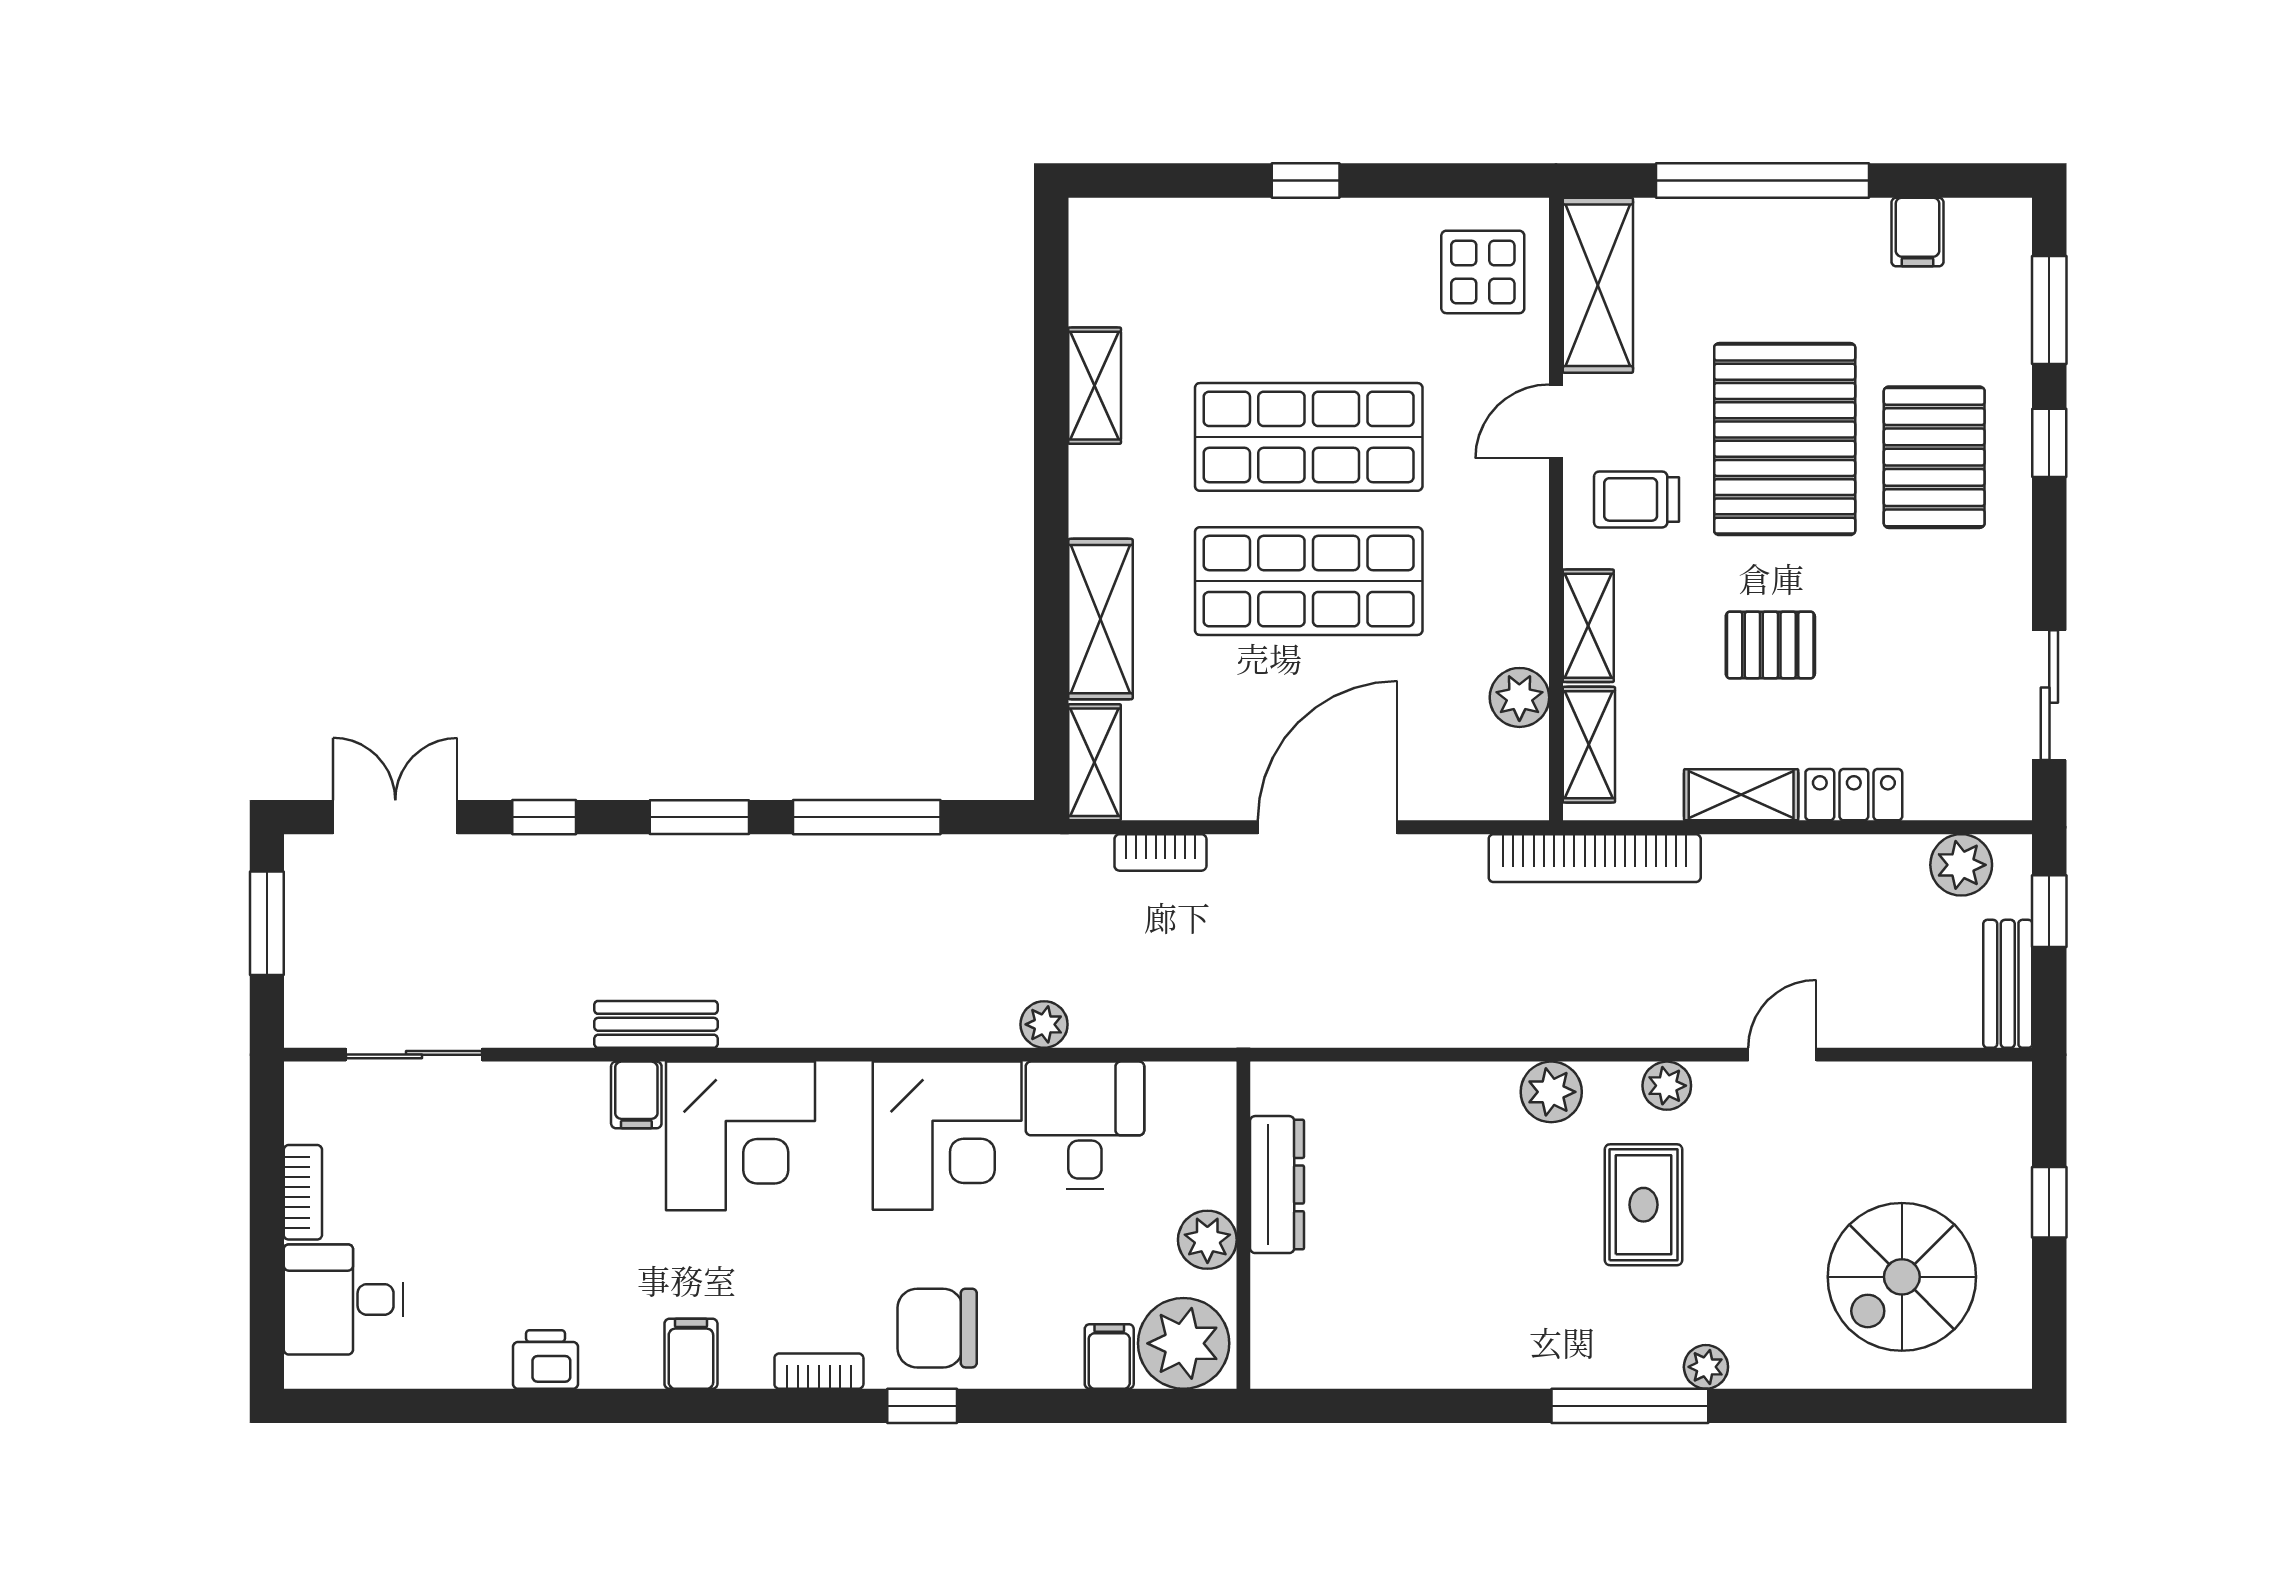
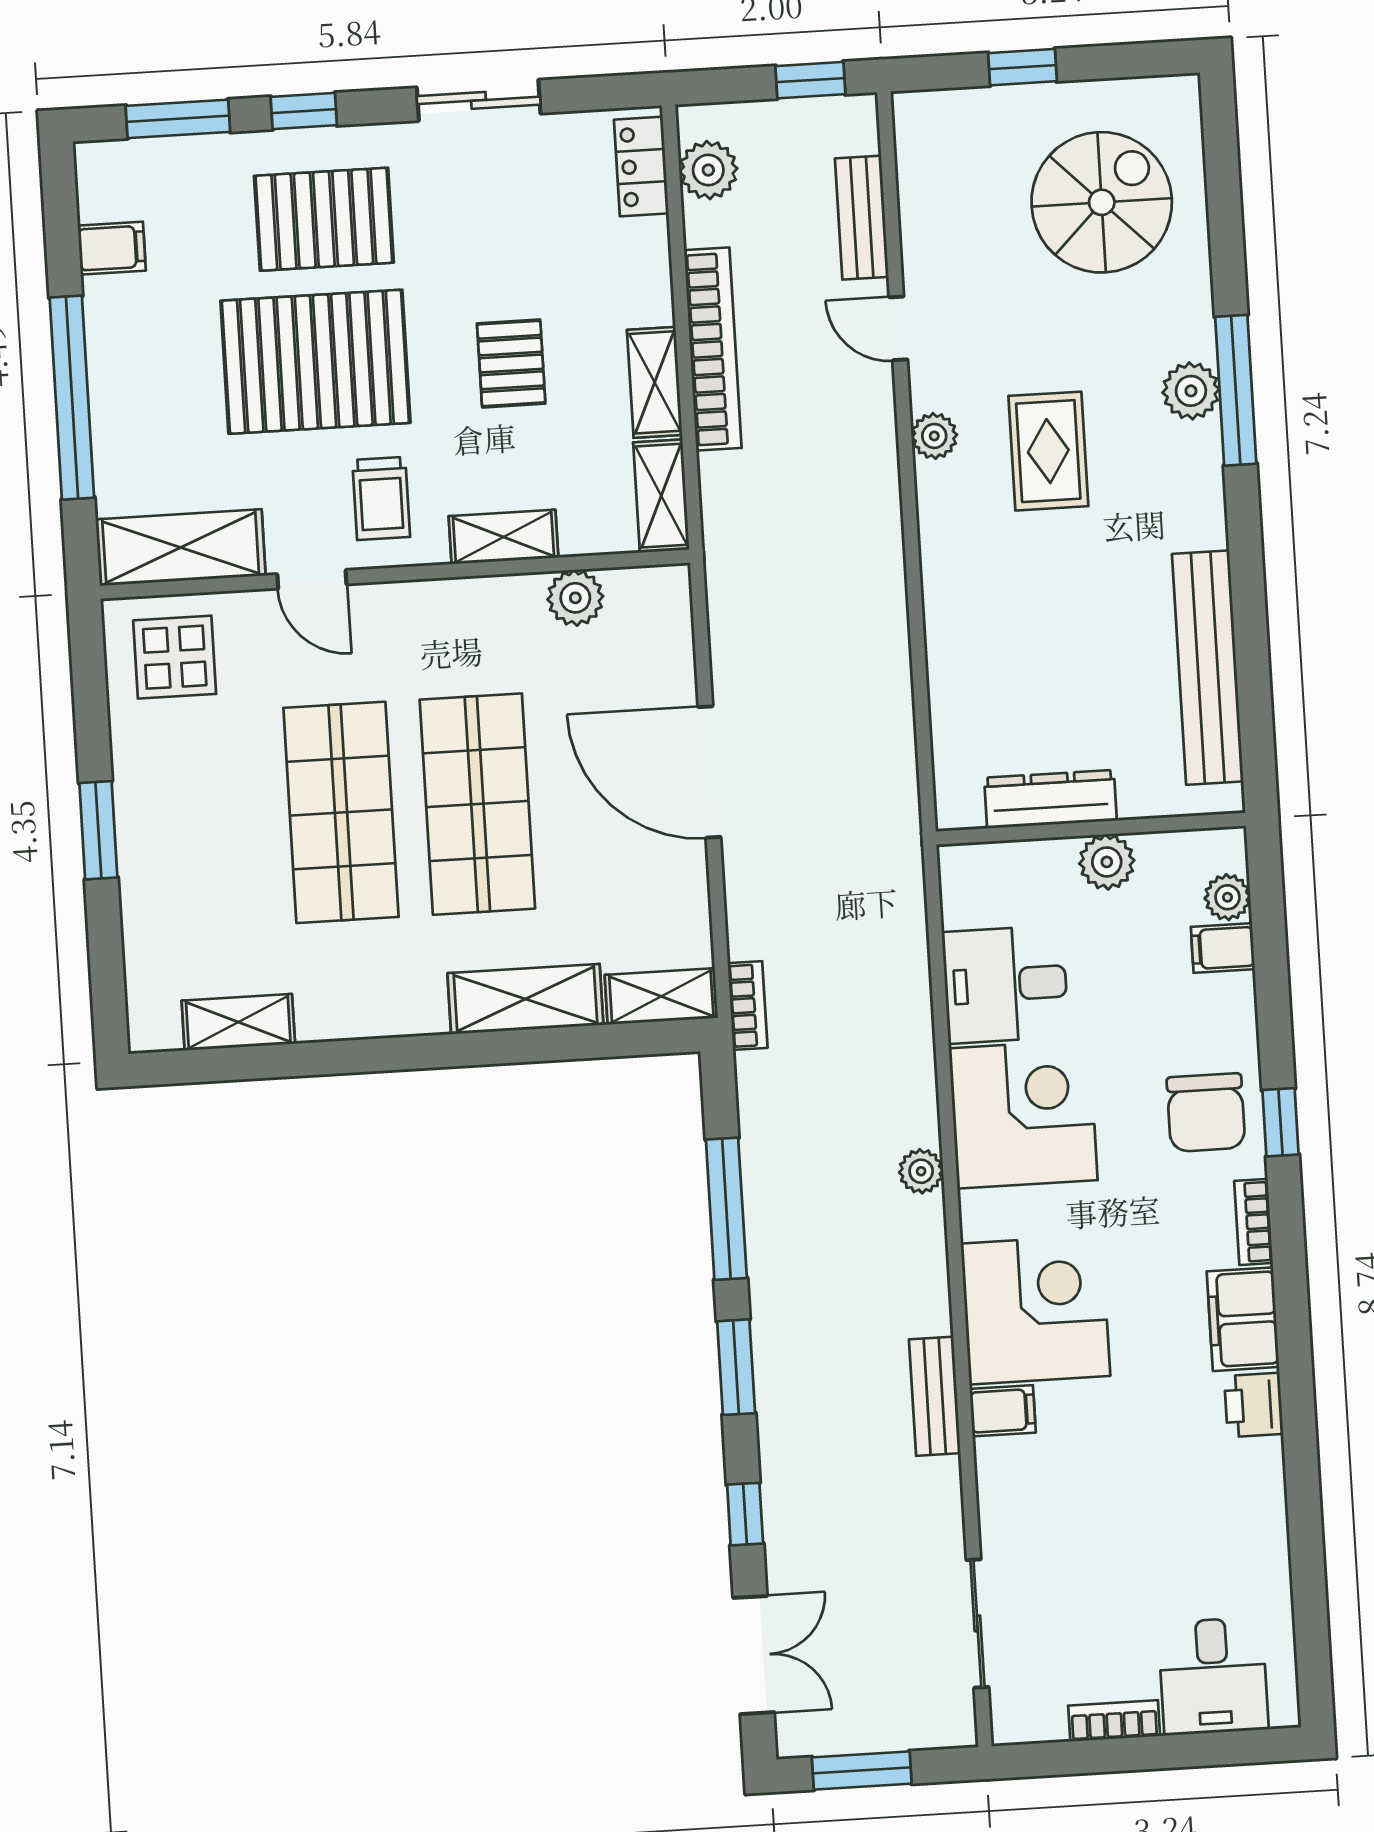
window: (1306, 180) -> (98, 830), width x1.50
shelving: (1095, 386) -> (238, 1022), moved
sliding door: (2049, 695) -> (479, 100), moved
shelving: (1589, 745) -> (661, 496), moved, turned 90
locker: (1854, 795) -> (641, 167), moved
double door: (395, 817) -> (754, 1655), swing flipped
bookcase: (1160, 852) -> (748, 1006), moved
bookcase: (1595, 858) -> (713, 349), moved
window: (2049, 911) -> (810, 80), moved
bench: (2008, 984) -> (862, 218), moved, turned 90
plant: (1044, 1024) -> (921, 1171), moved
plant: (1551, 1092) -> (947, 545), removed
rug: (1644, 1205) -> (1048, 451), turned 90
spiral stairs: (1902, 1277) -> (1102, 202), turned -90
plant: (1184, 1343) -> (1227, 897), width x0.53, depth x0.53
filing cabinet: (691, 1354) -> (1243, 1319), width x2.00
printer: (546, 1359) -> (1254, 1405), moved
bench: (1405, 1359) -> (1208, 668), added
plant: (1706, 1367) -> (1191, 391), width x1.38, depth x1.38
window: (1630, 1406) -> (1236, 390), moved

